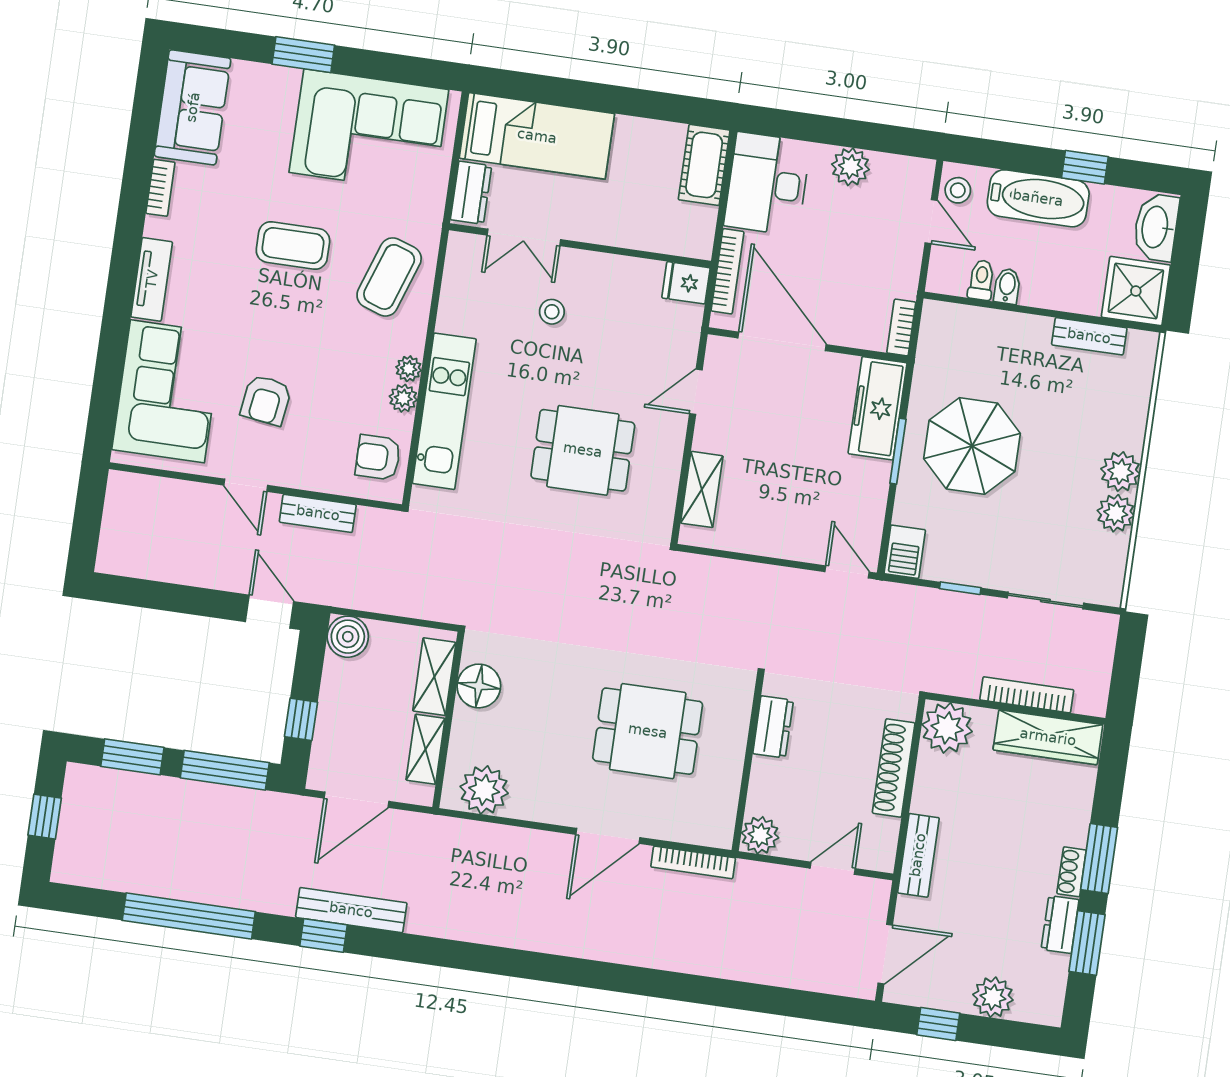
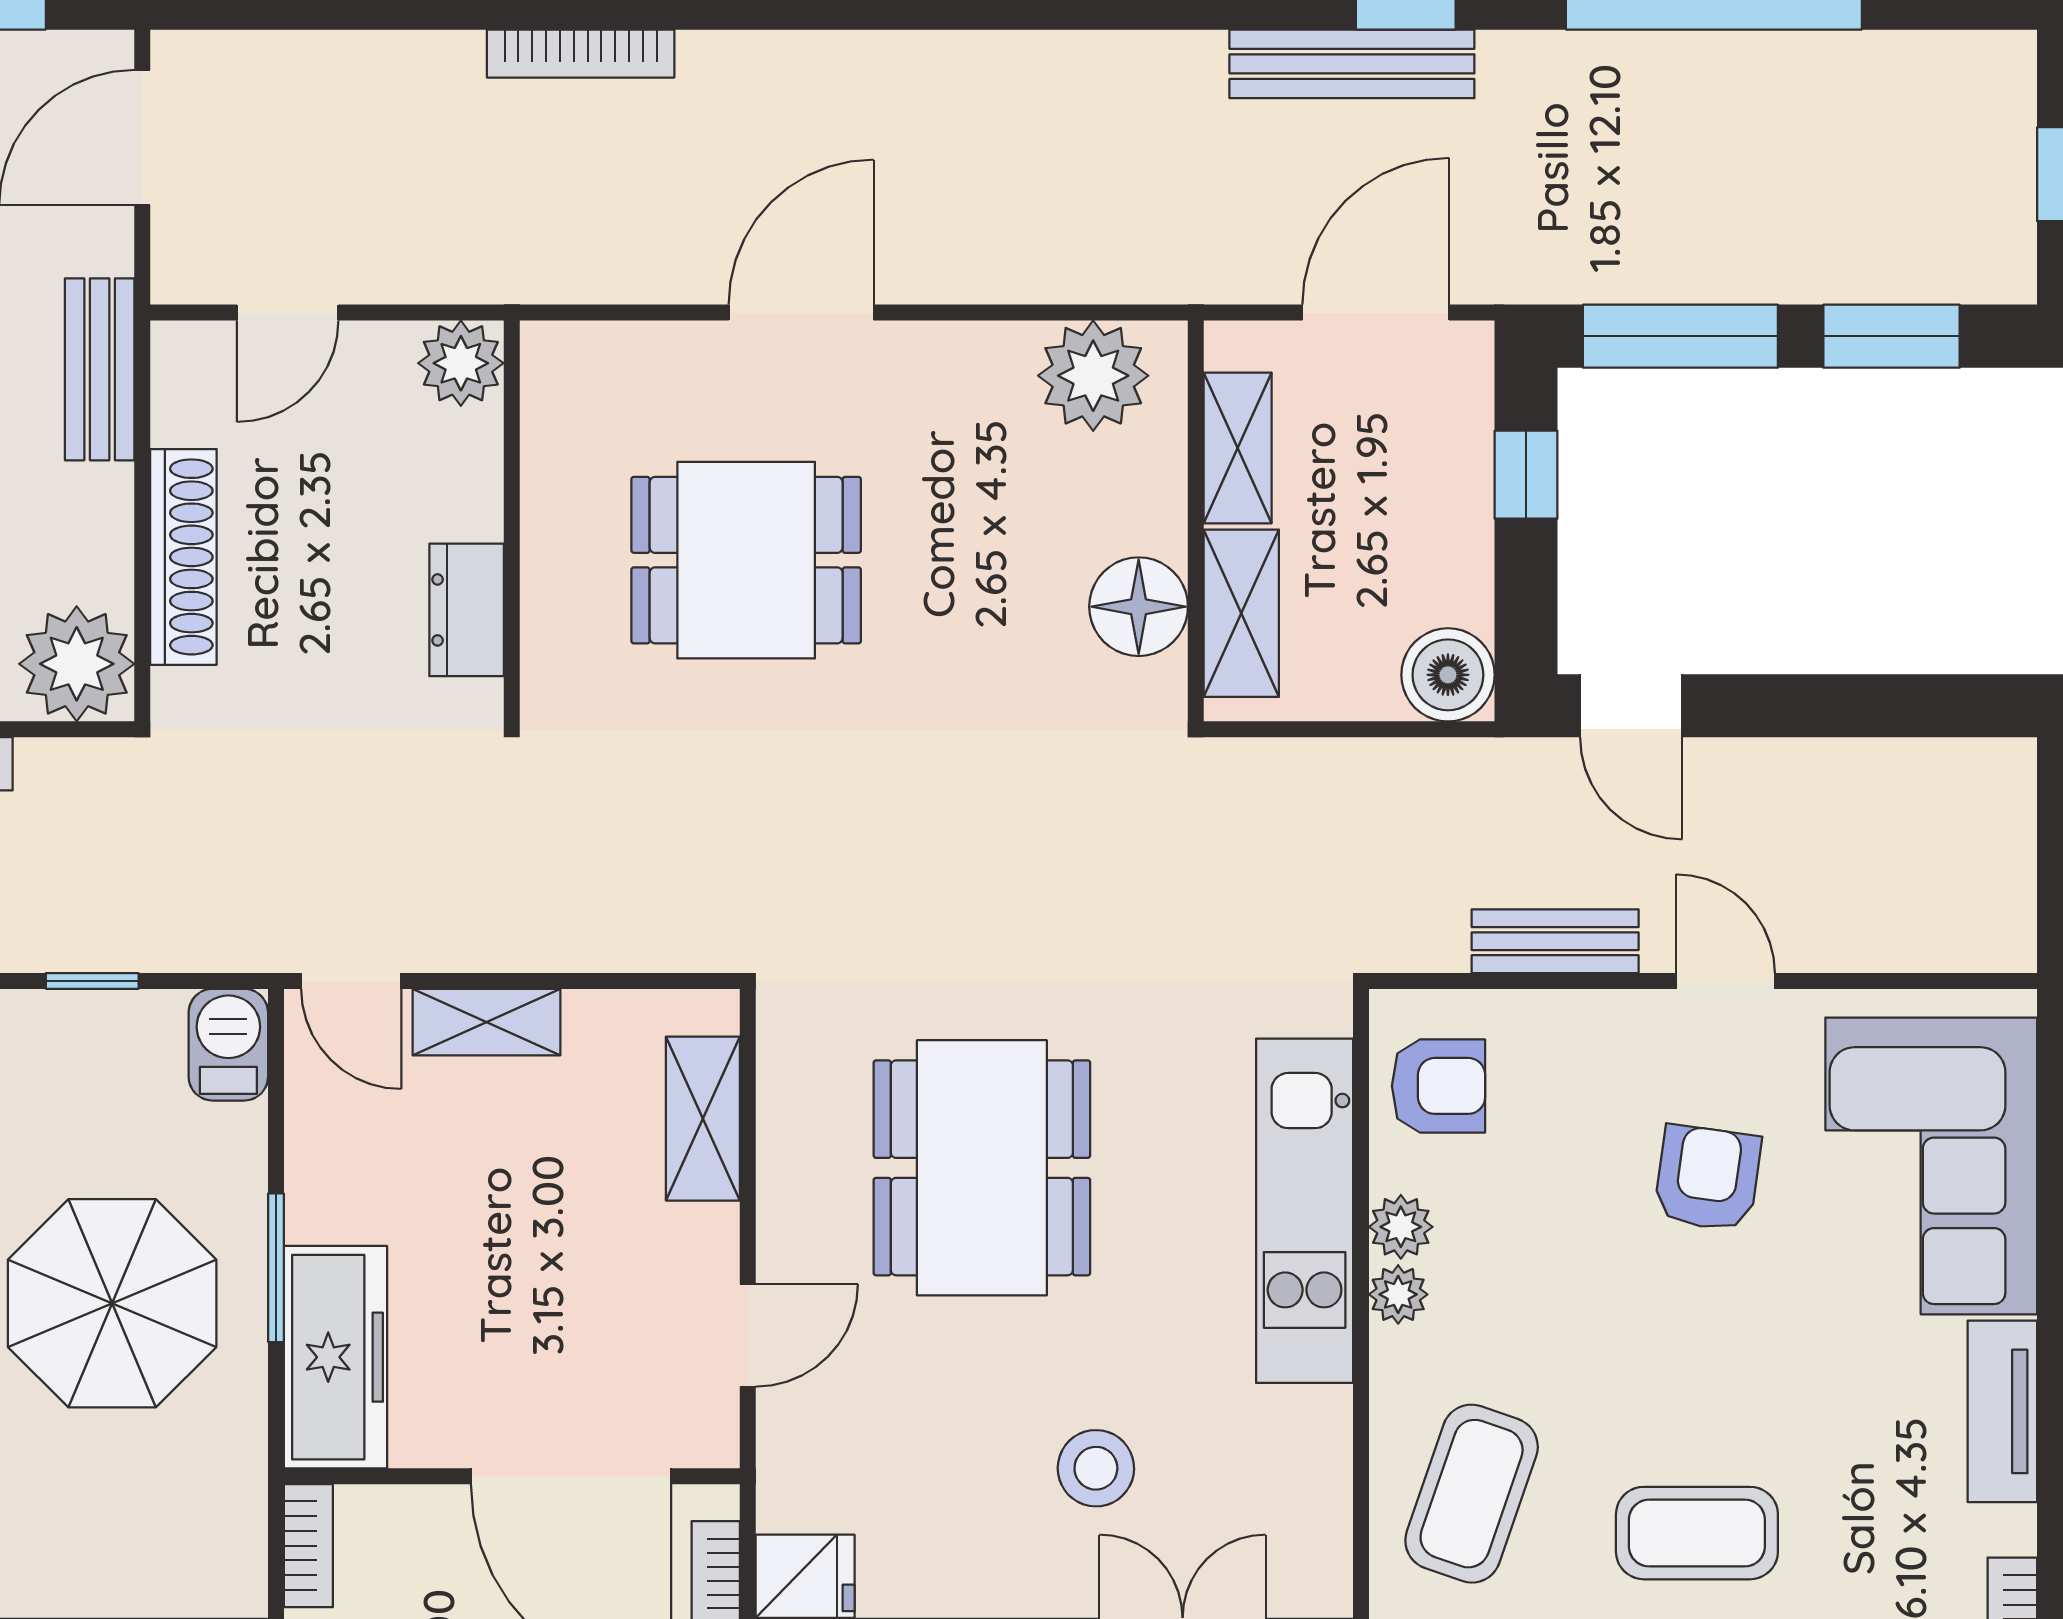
stool: (552, 312) -> (1096, 1468), width x1.37, depth x1.37
dining table: (583, 450) -> (982, 1168), width x1.37
shelving: (790, 545) -> (487, 1022), added
bookcase: (693, 862) -> (581, 54), moved, turned 180

